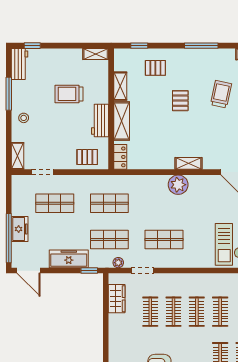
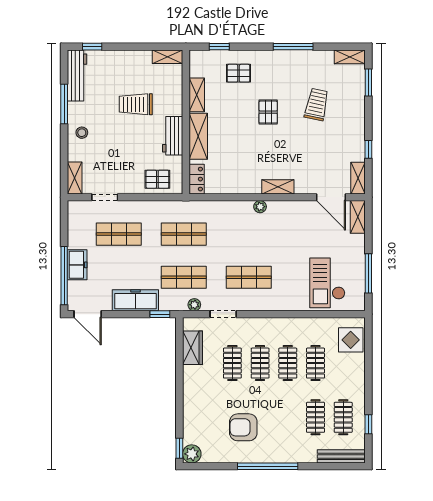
workbench: (20, 64) -> (77, 76), width x1.38
plant: (178, 185) -> (260, 207), width x0.53, depth x0.53

